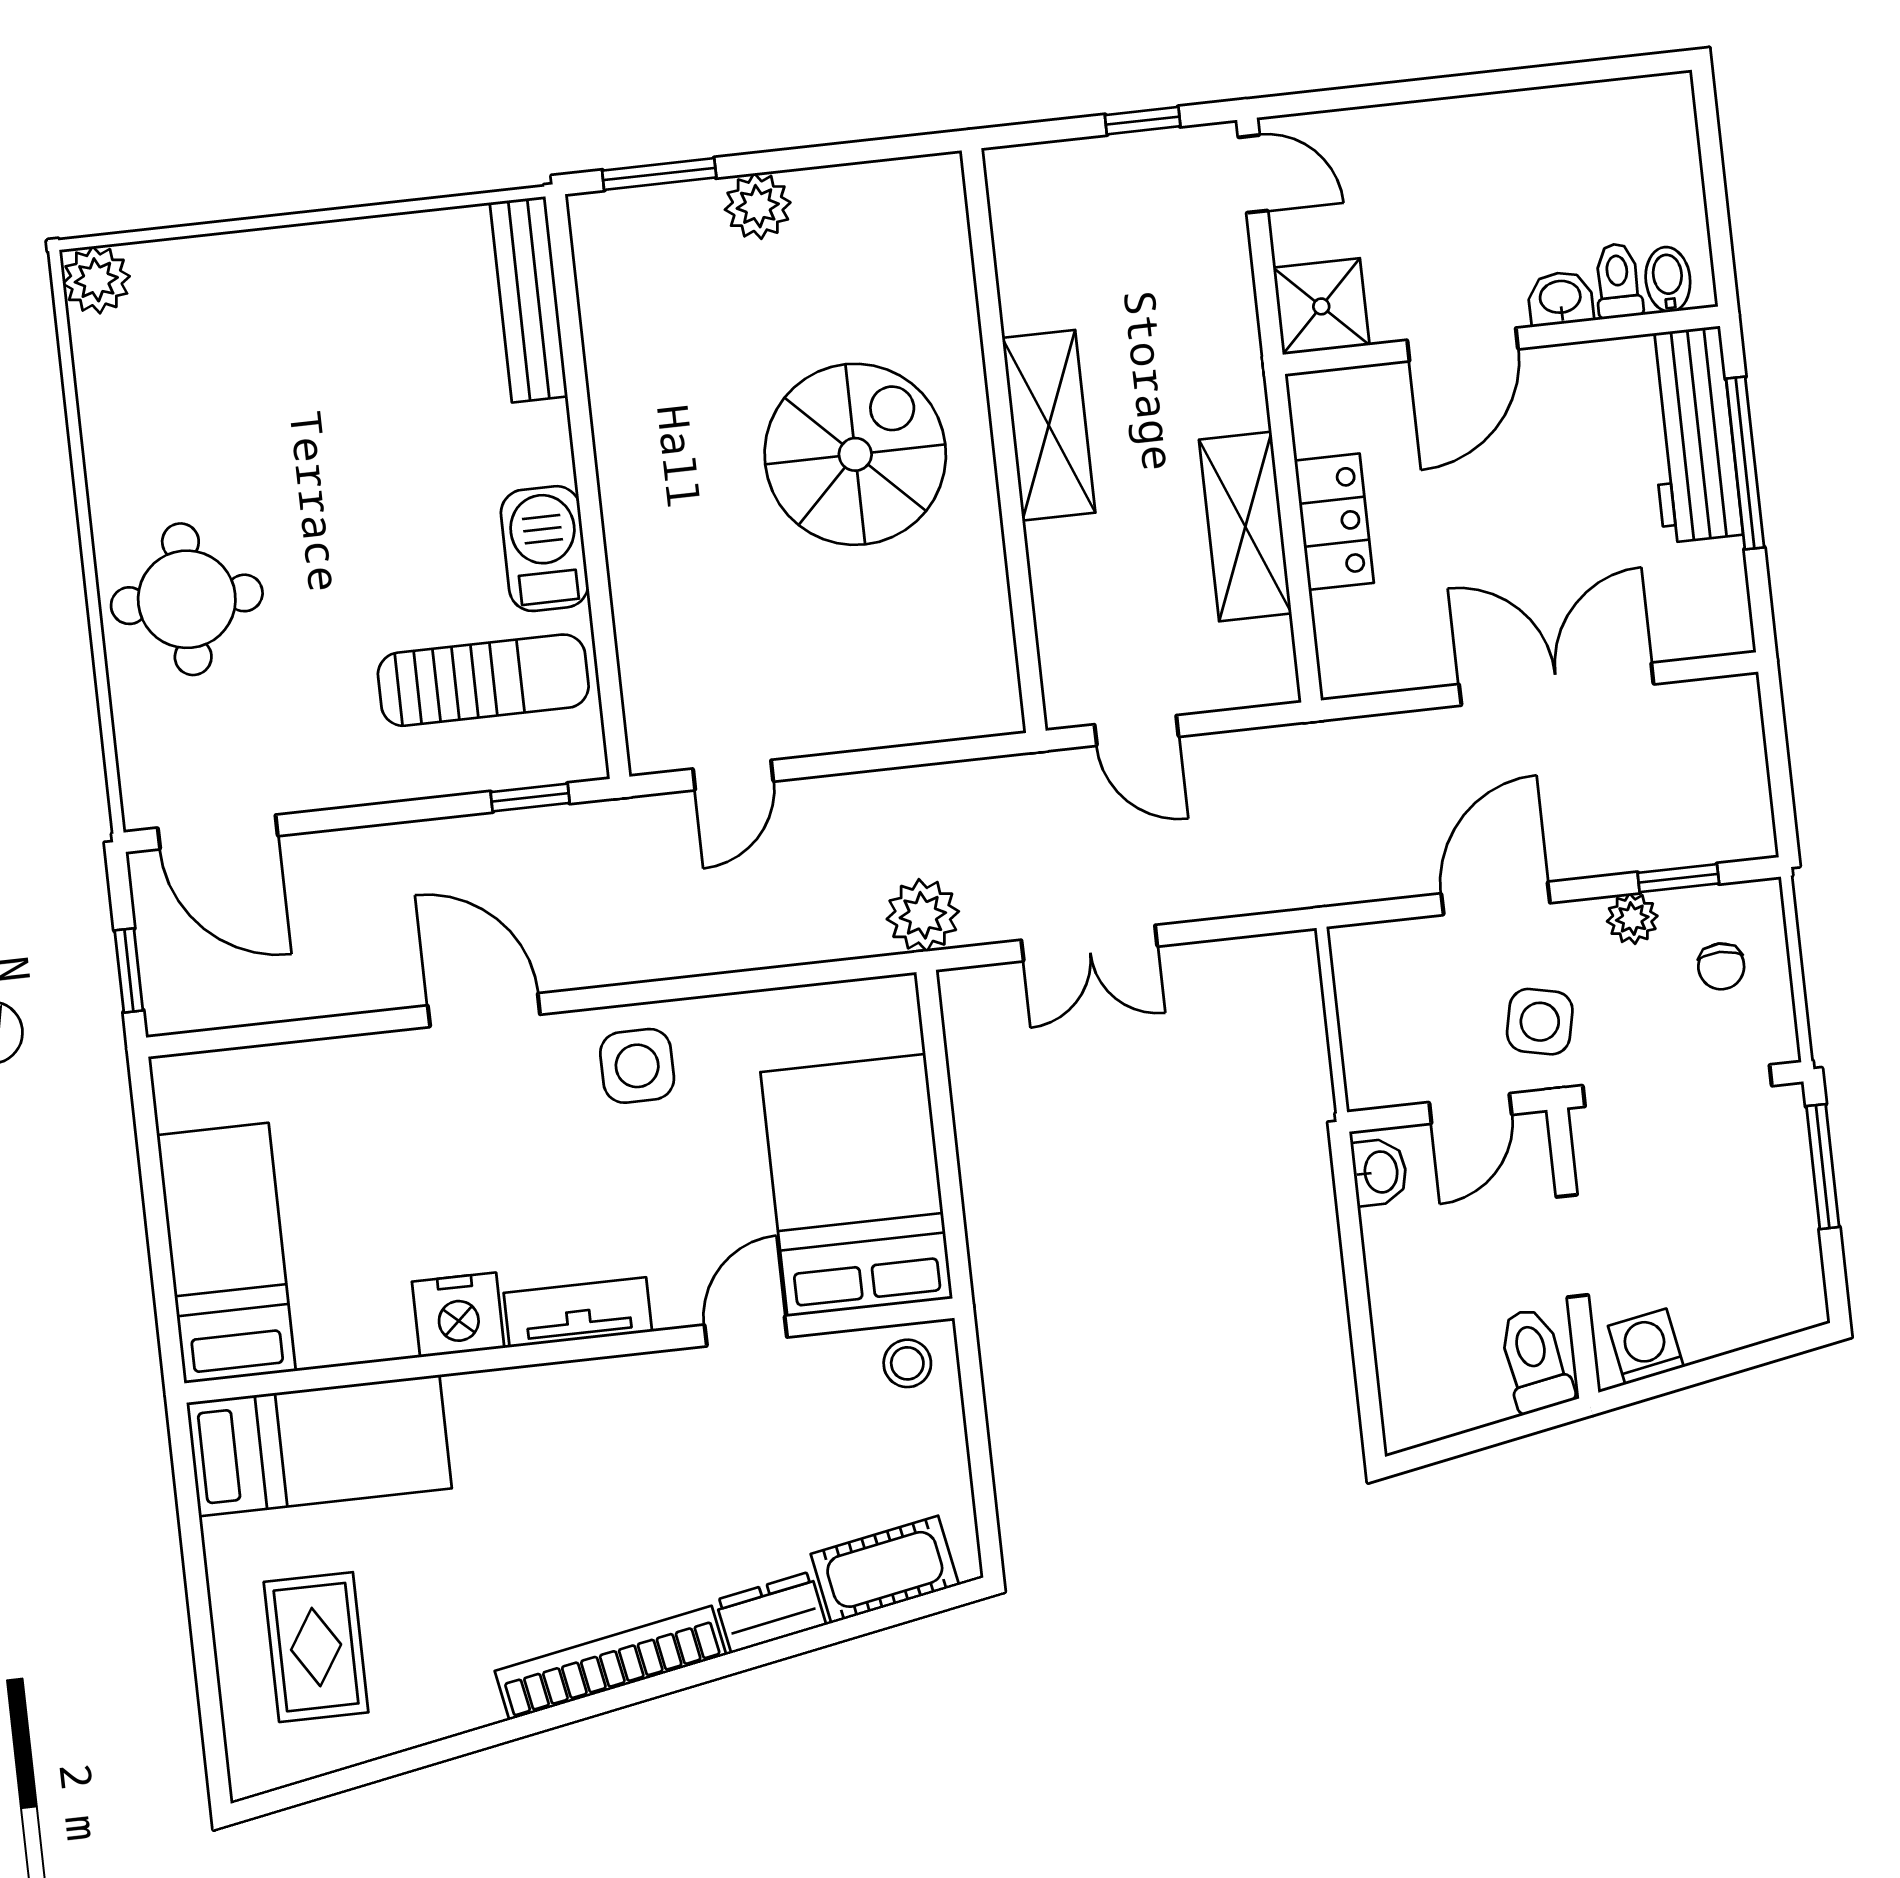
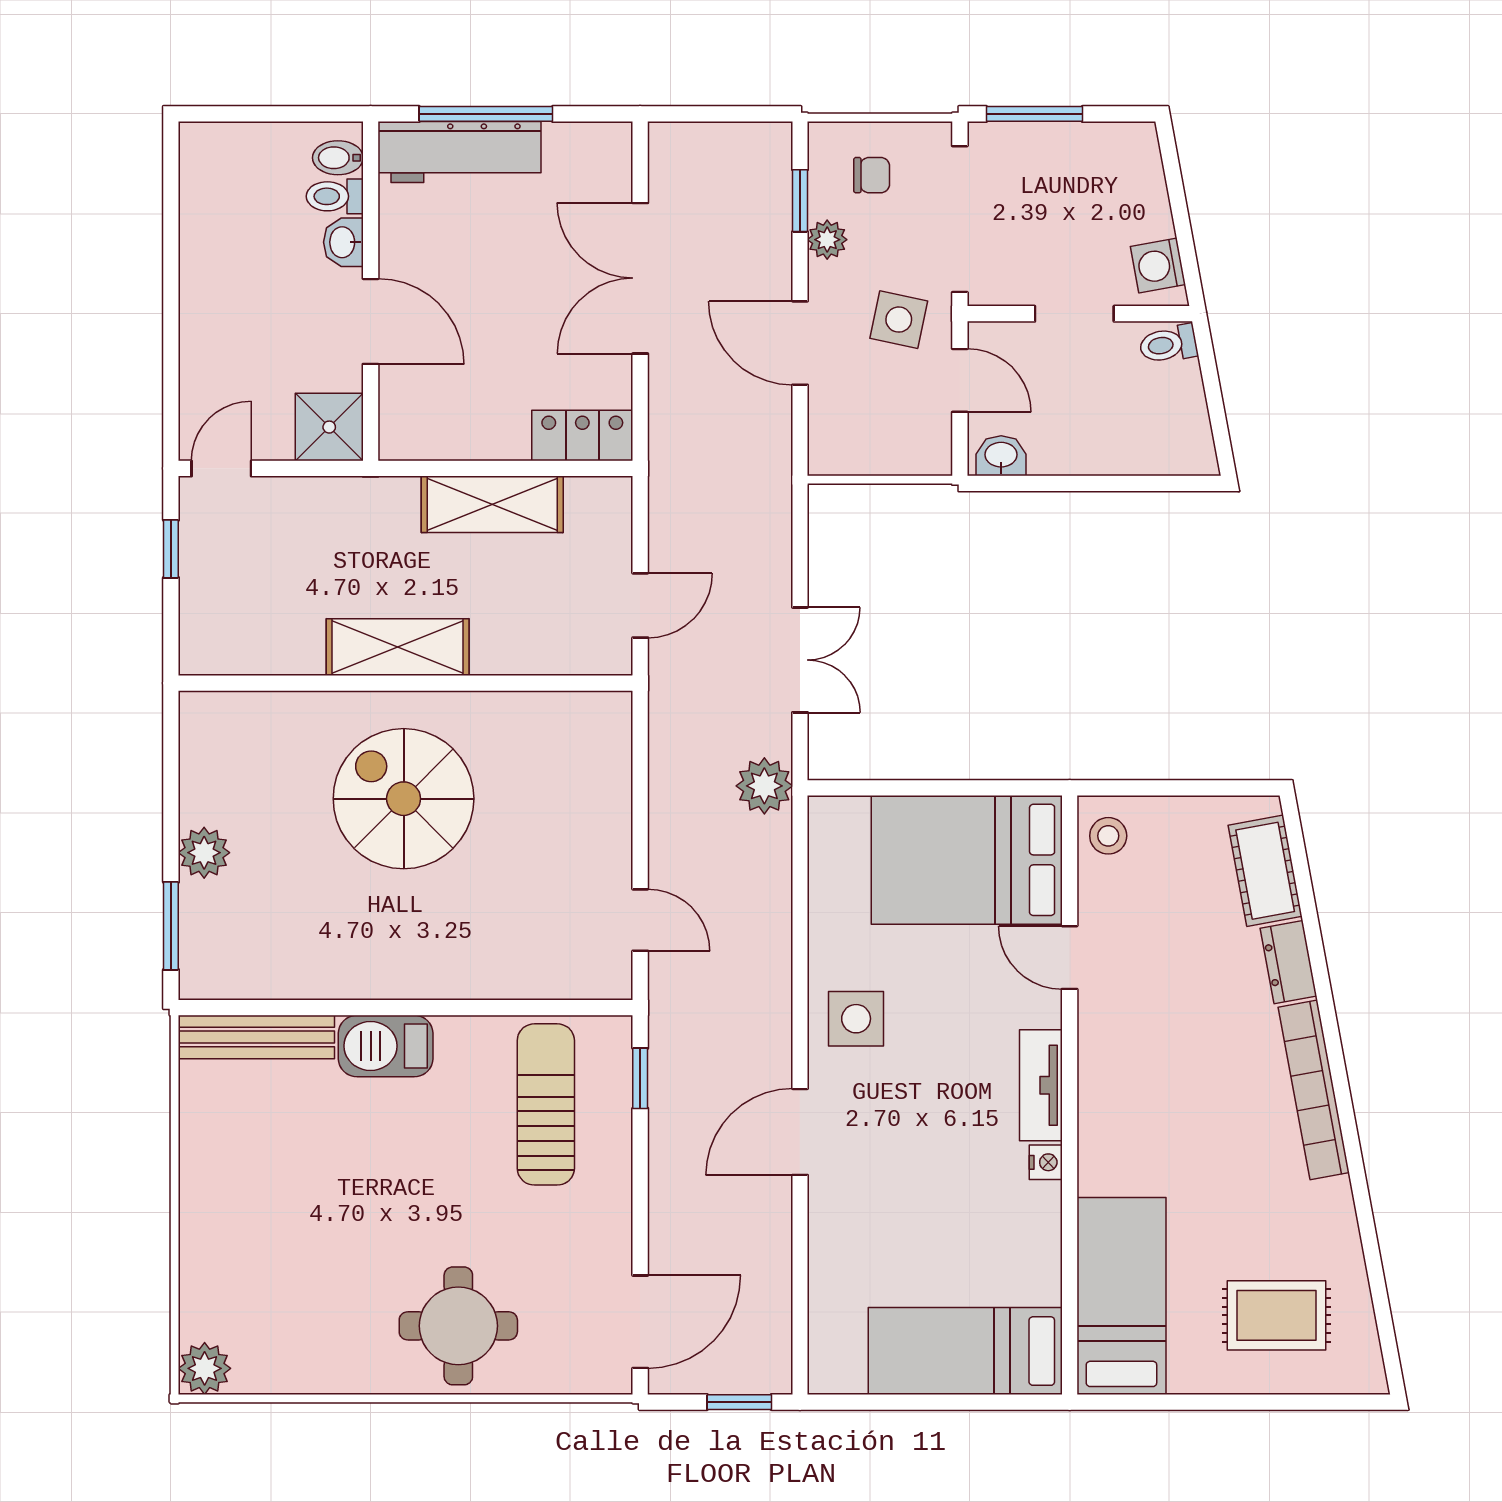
locker: (1334, 522) -> (582, 435), moved
barbecue: (545, 549) -> (386, 1046), moved
nightstand: (458, 1315) -> (1046, 1162), width x0.53, depth x0.56
toilet: (1535, 1360) -> (1168, 344), width x0.73, depth x0.72

